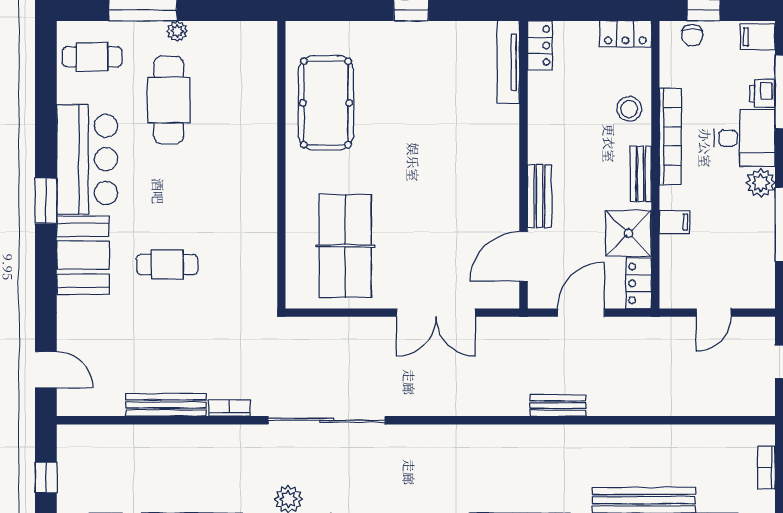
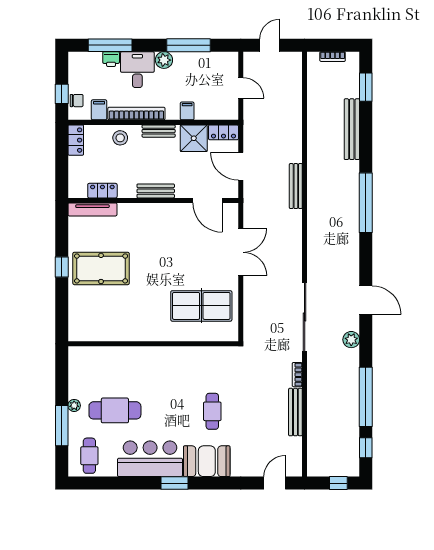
filing cabinet: (758, 37) -> (99, 110), moved, turned 180
locker: (540, 45) -> (102, 191), moved
pool table: (326, 103) -> (101, 268), moved
bench: (540, 196) -> (156, 191), moved
bench: (558, 406) -> (296, 186), width x1.36

